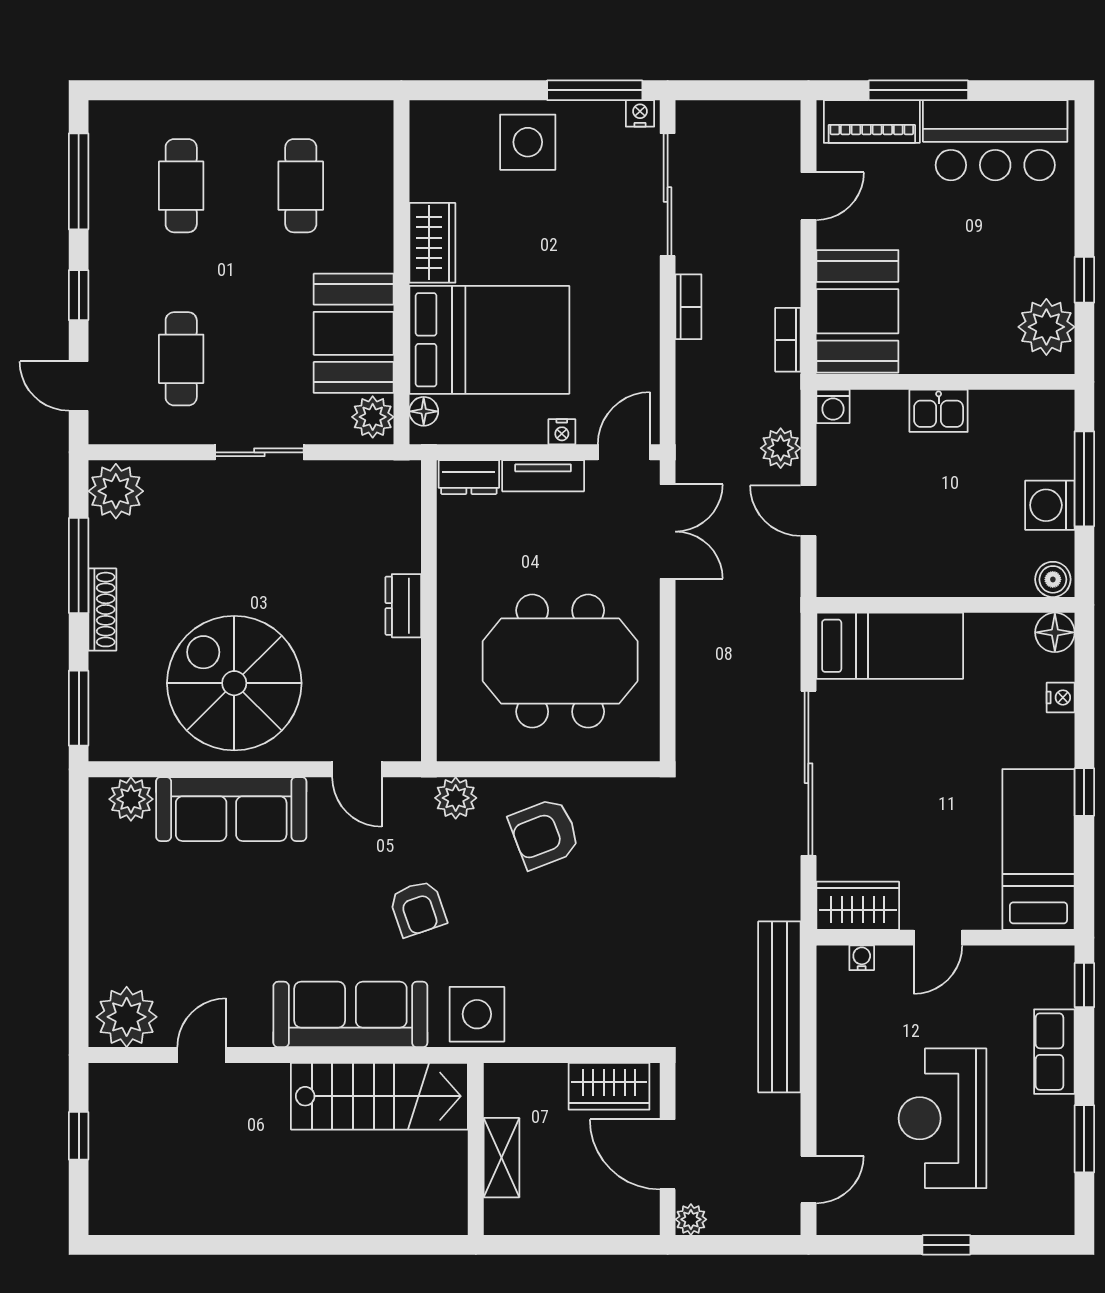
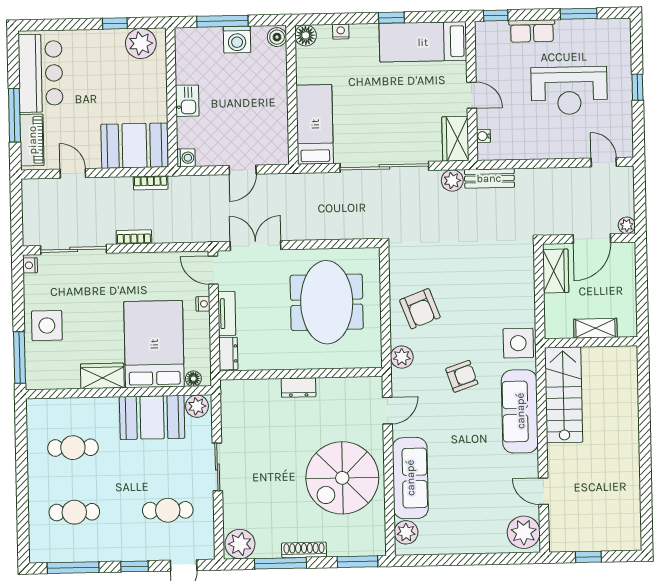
window: (595, 90) -> (19, 357), moved
plant: (781, 448) -> (452, 180), moved
bench: (779, 1007) -> (489, 178), width x0.54, depth x0.82

